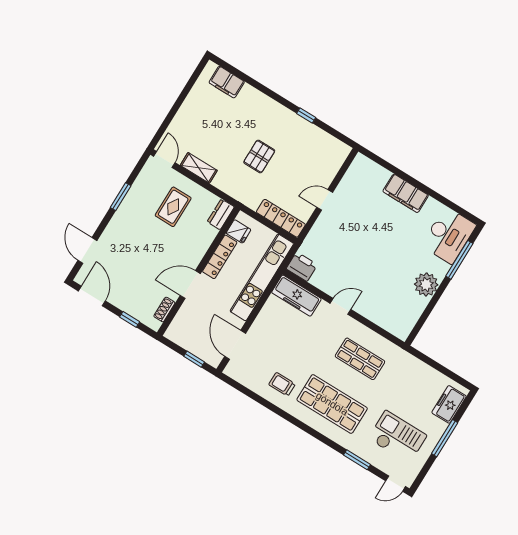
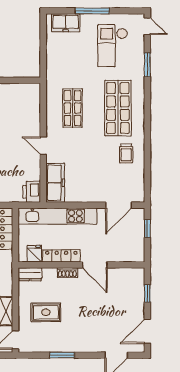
shoe rack: (164, 309) -> (67, 273), moved

